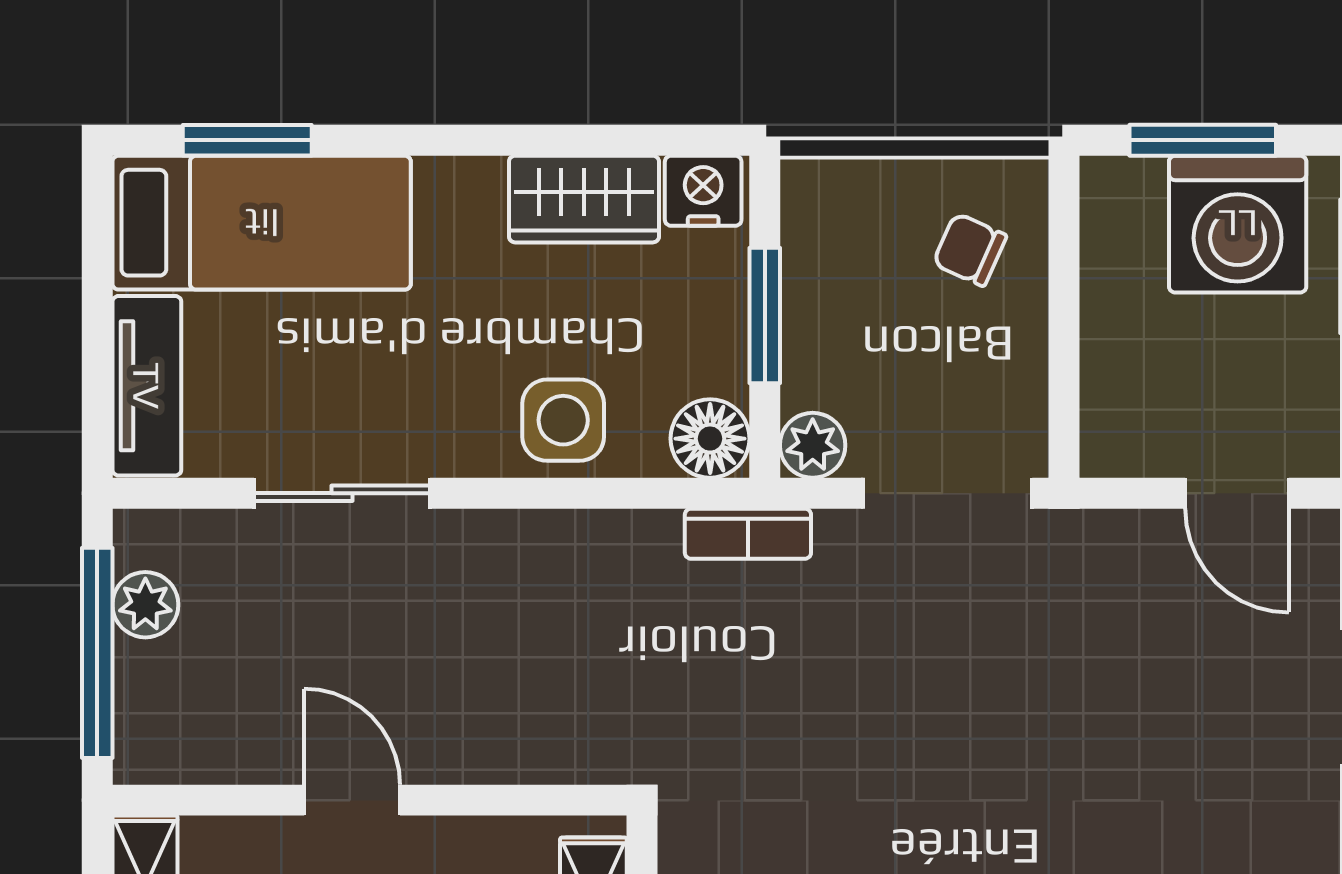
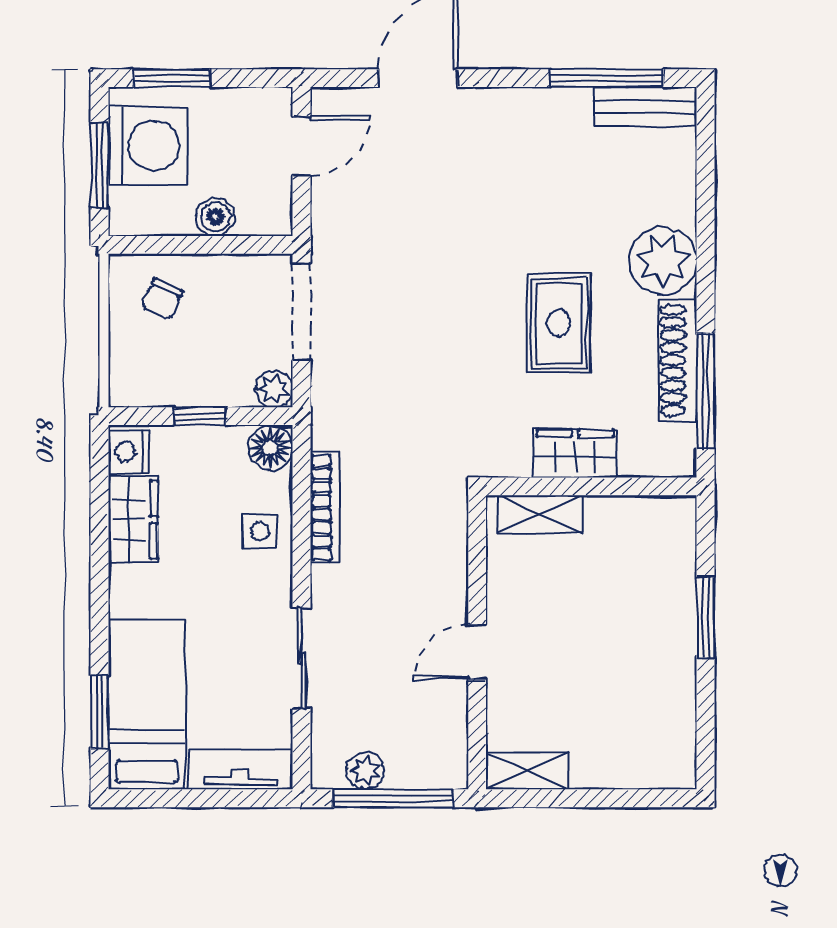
window: (765, 316) -> (200, 416), width x0.67
boiler: (1113, 343) -> (215, 217), added
side table: (563, 420) -> (260, 532), width x0.73, depth x0.73
bookcase: (748, 534) -> (325, 508), moved, width x1.56

